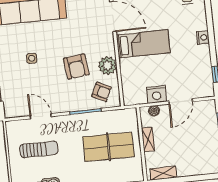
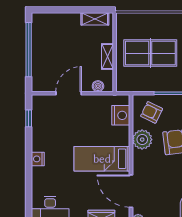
nightstand: (156, 94) -> (121, 115), moved, turned 90

